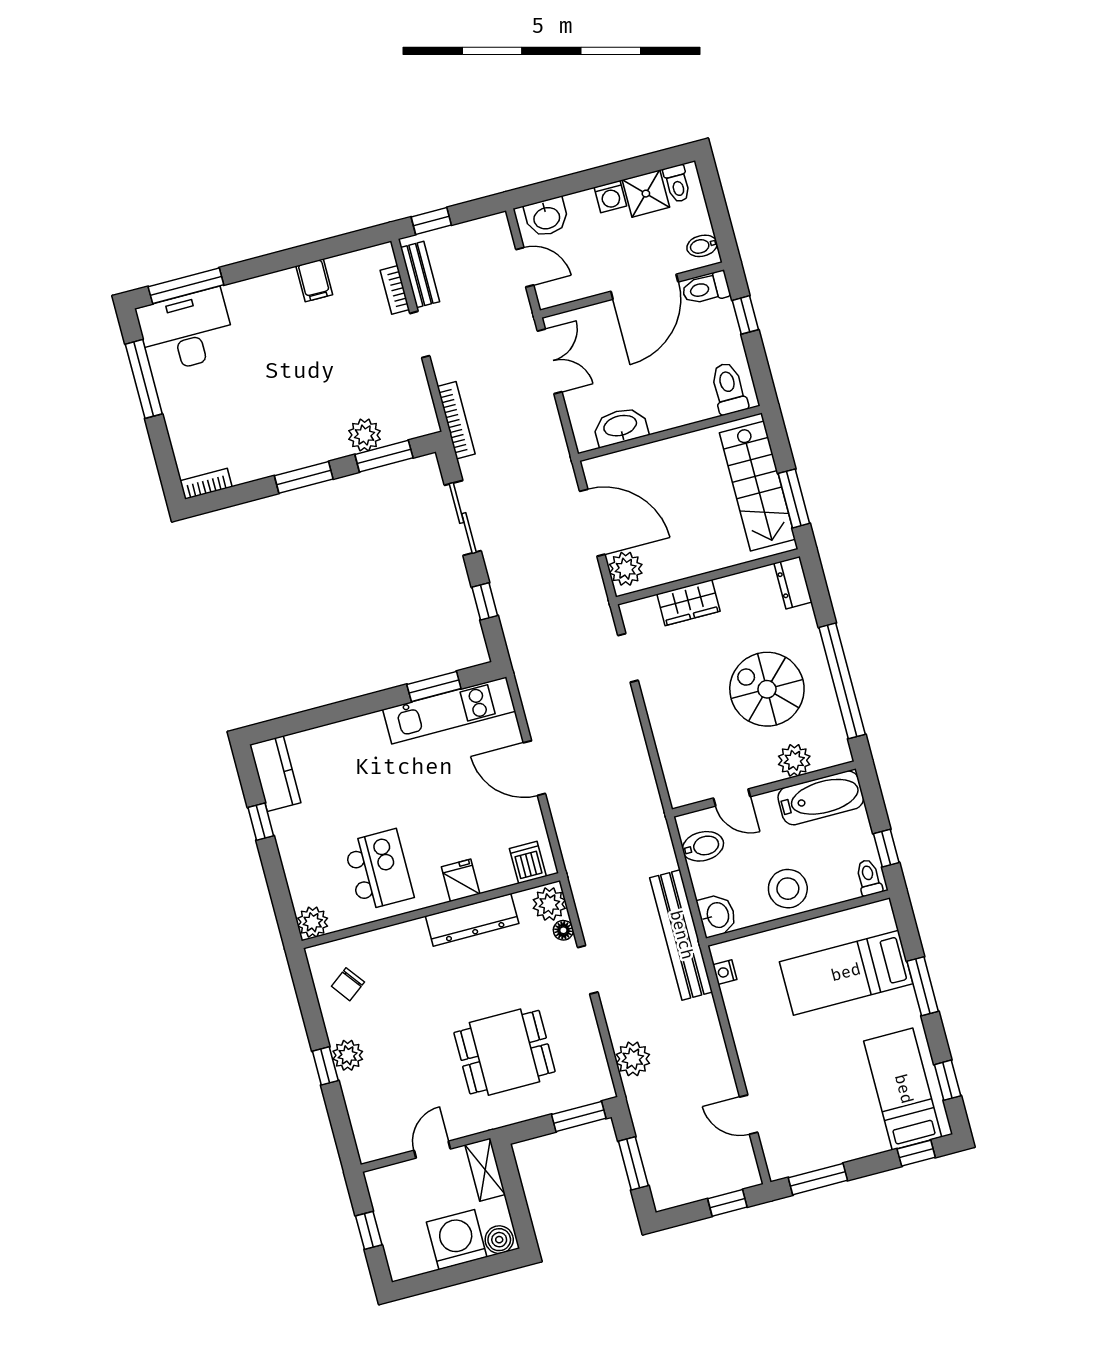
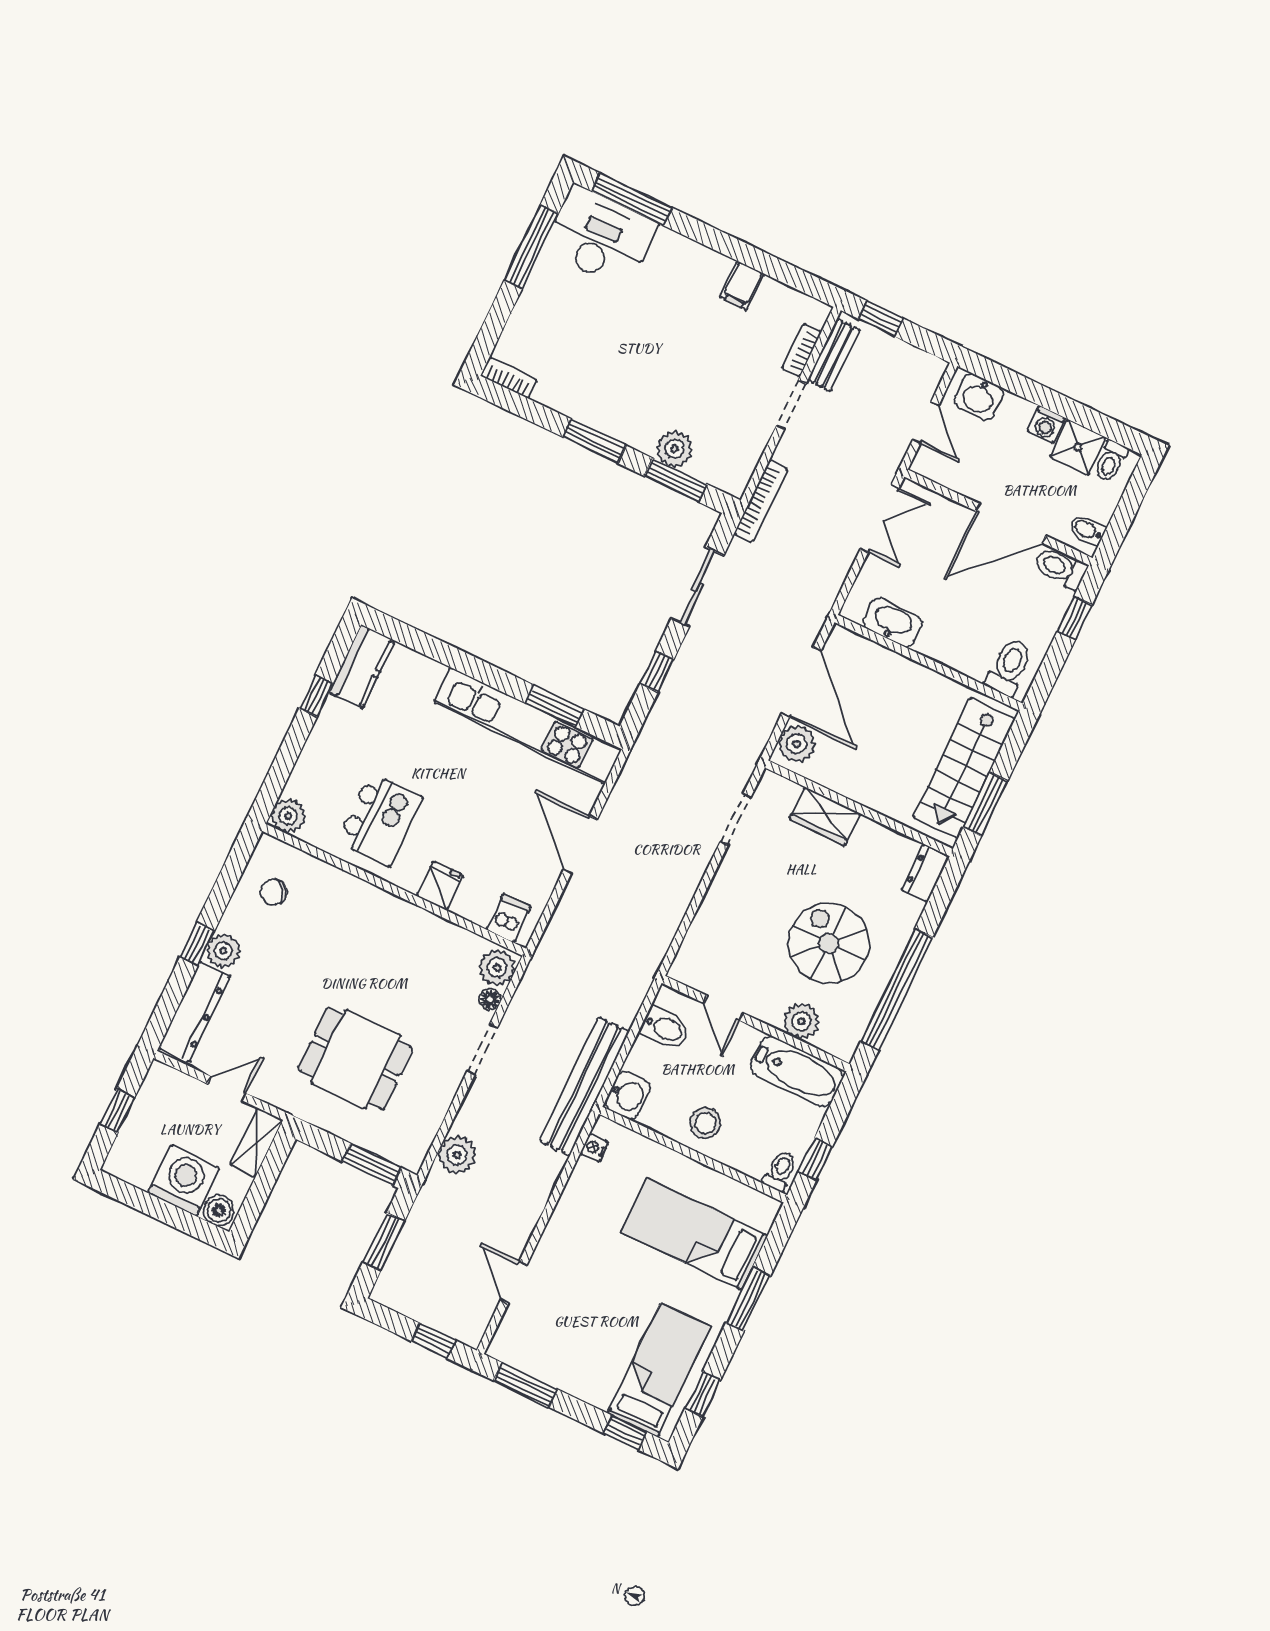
kitchen unit: (449, 710) -> (528, 726), width x1.36
stool: (788, 889) -> (705, 1123), width x0.73, depth x0.73
dresser: (472, 920) -> (194, 1012), moved, turned -90

